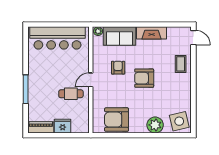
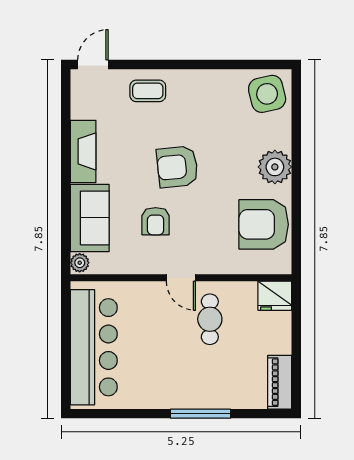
armchair: (118, 68) -> (156, 221), turned -90
armchair: (144, 78) -> (177, 167), turned 84
armchair: (117, 120) -> (264, 224), turned 90
plant: (155, 125) -> (275, 167), moved
fridge: (63, 126) -> (275, 296), moved, turned -90

